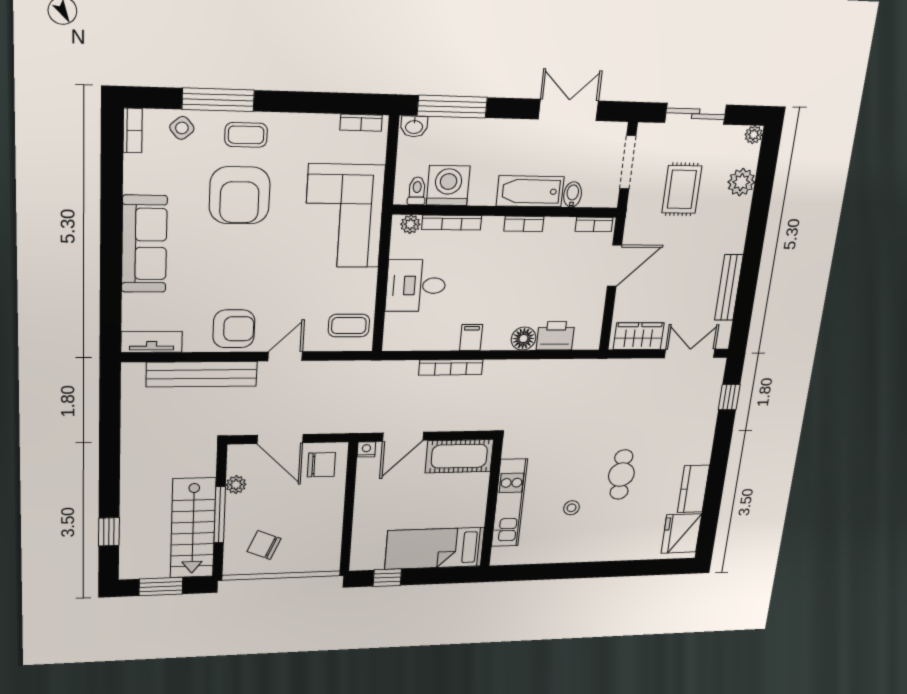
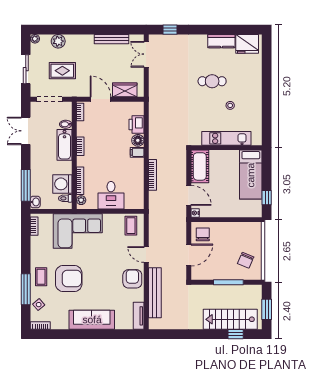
wardrobe: (639, 336) -> (125, 90), moved, turned 90
filing cabinet: (471, 337) -> (137, 152), moved
plant: (236, 485) -> (212, 275), removed
stairs: (193, 528) -> (230, 319), moved, turned 180

